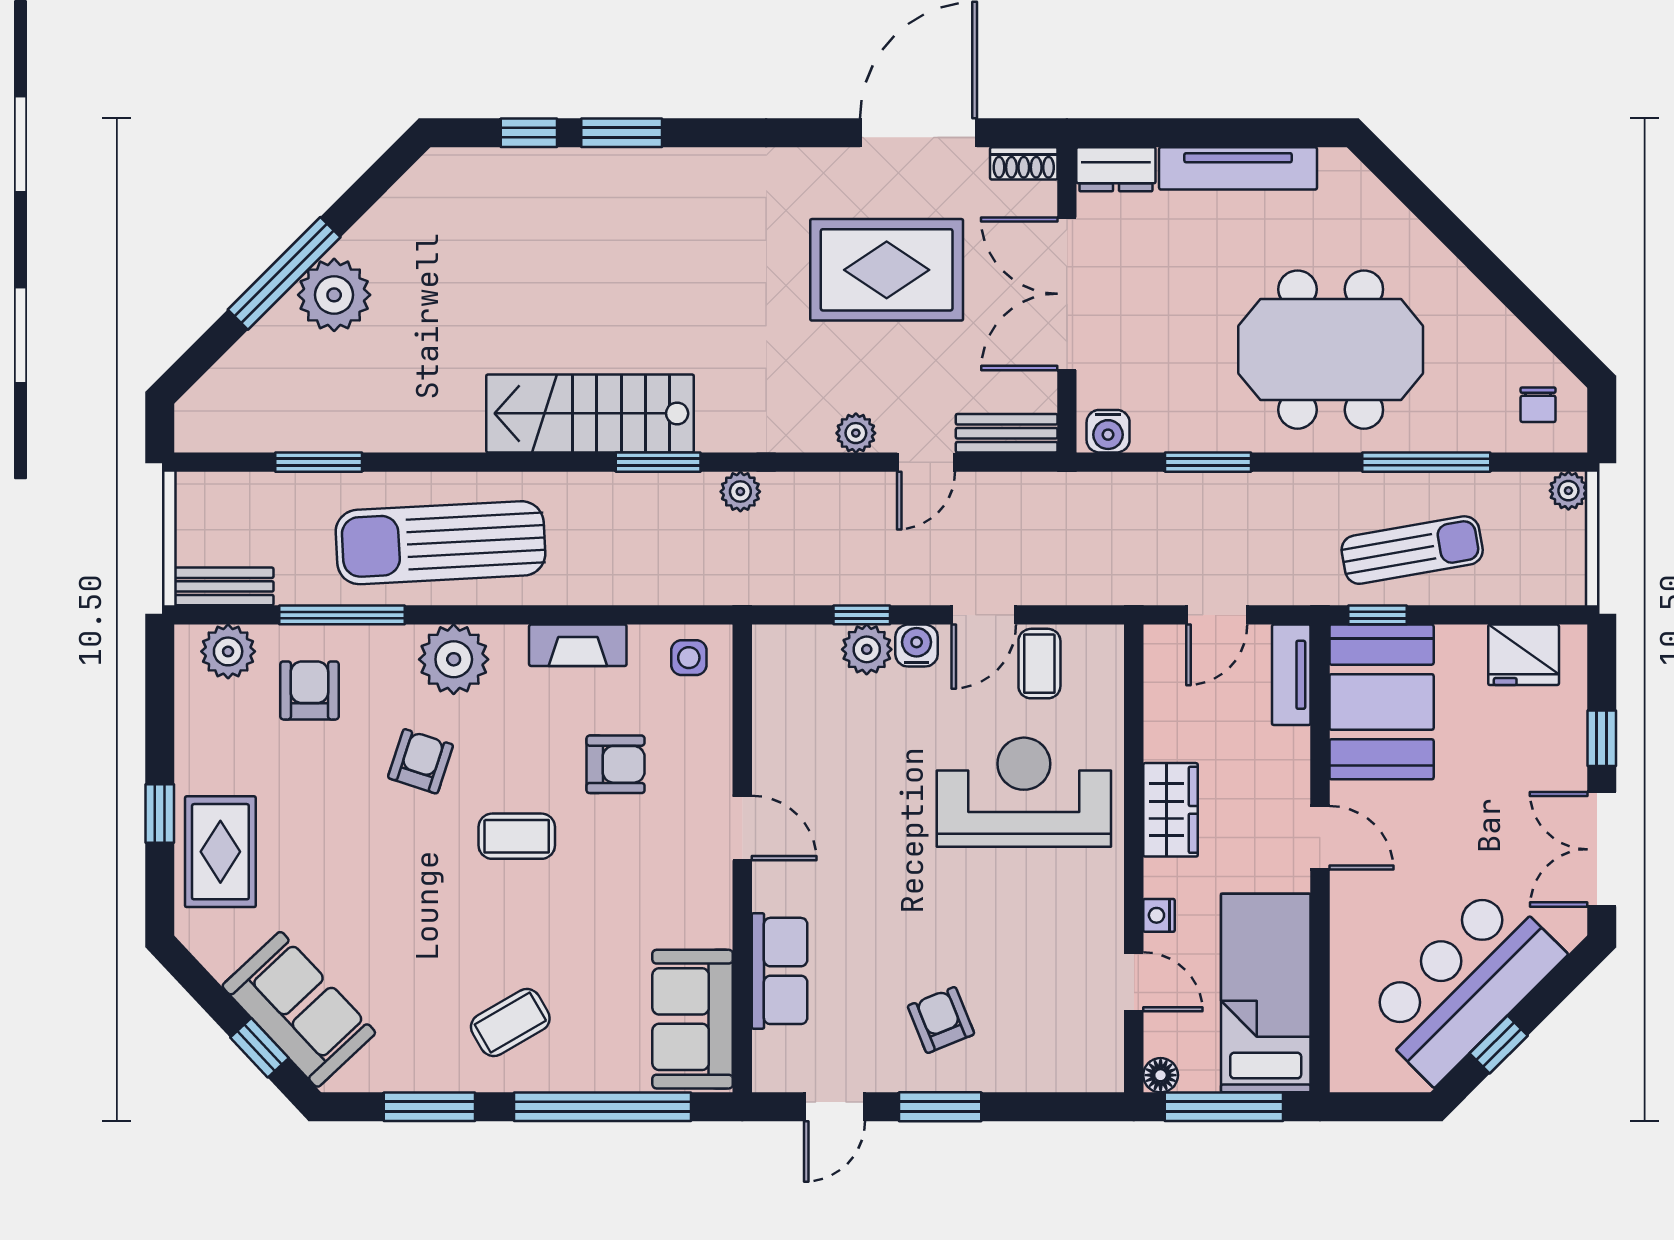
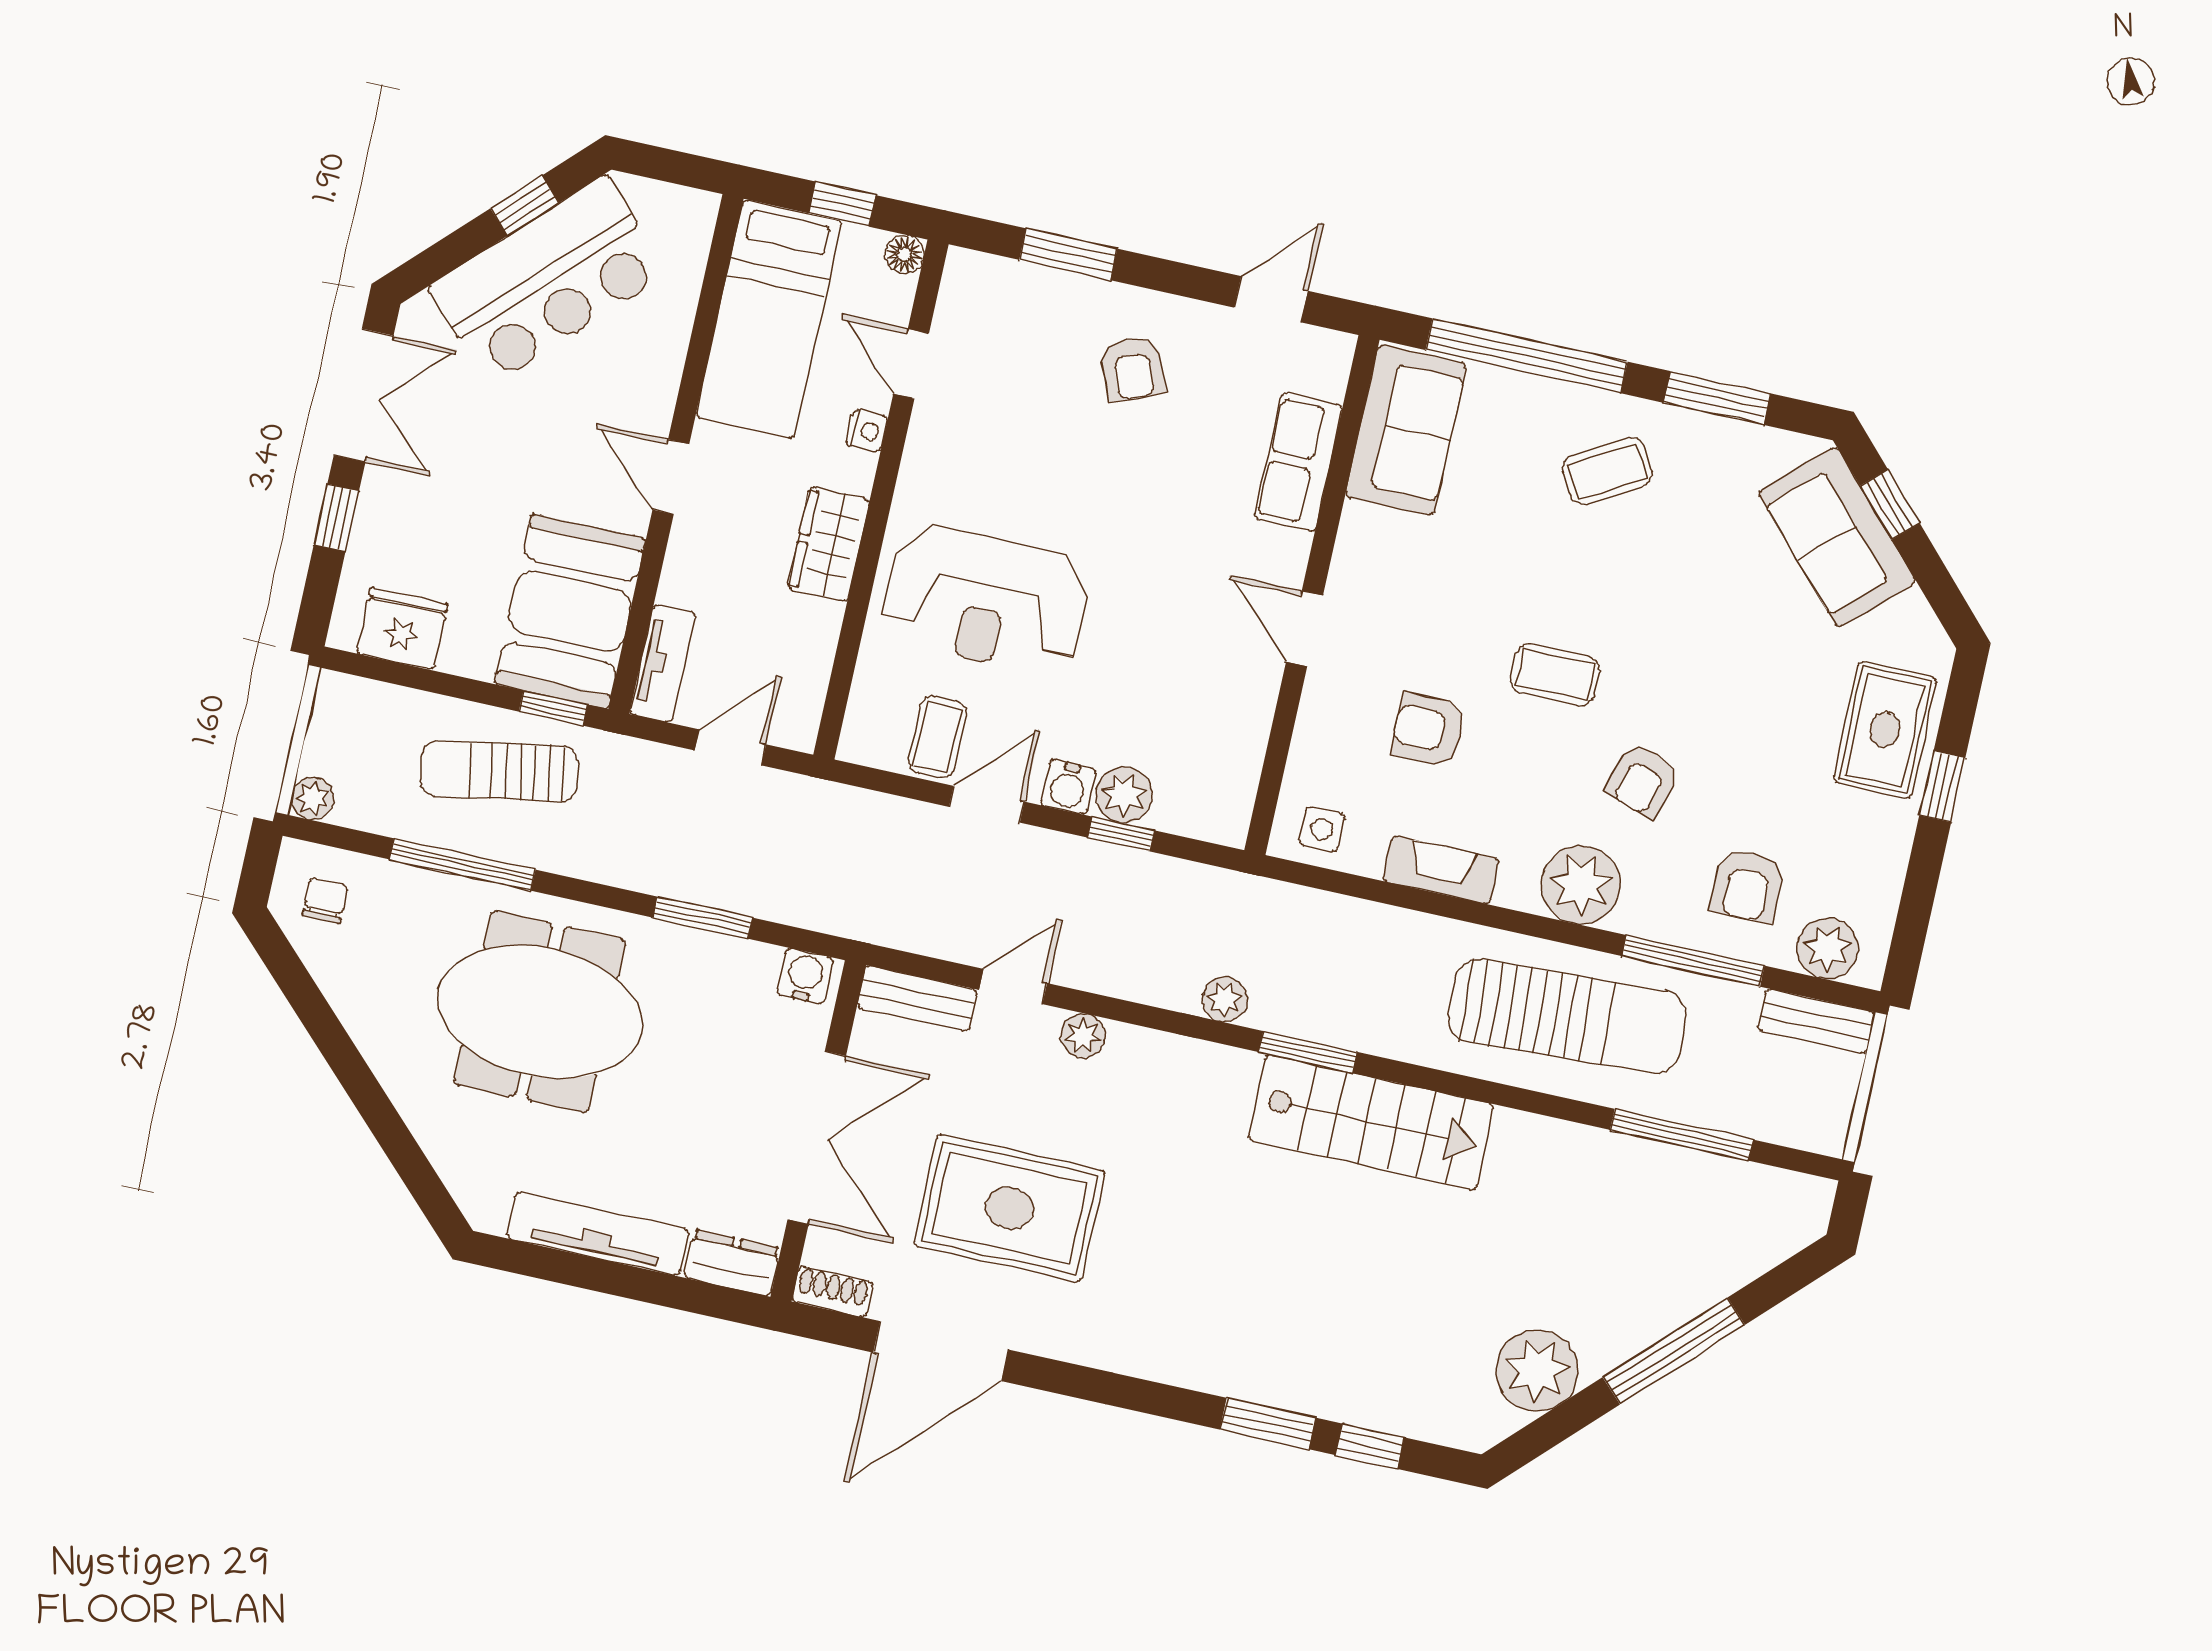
plant: (334, 295) -> (1537, 1370), moved
window: (319, 462) -> (1682, 1135), width x1.44
window: (940, 1107) -> (1068, 254), moved
window: (1224, 1107) -> (842, 204), width x0.46

